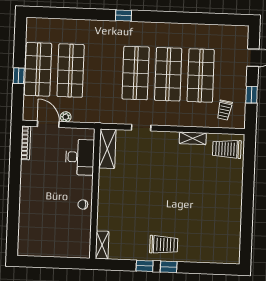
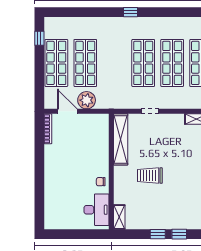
window: (19, 76) -> (39, 38), moved
plant: (66, 117) -> (87, 100), width x1.88, depth x1.88
shelving: (107, 149) -> (121, 139), width x1.47
desk: (80, 157) -> (97, 210), moved
trolley: (164, 245) -> (150, 176), moved, turned 180

